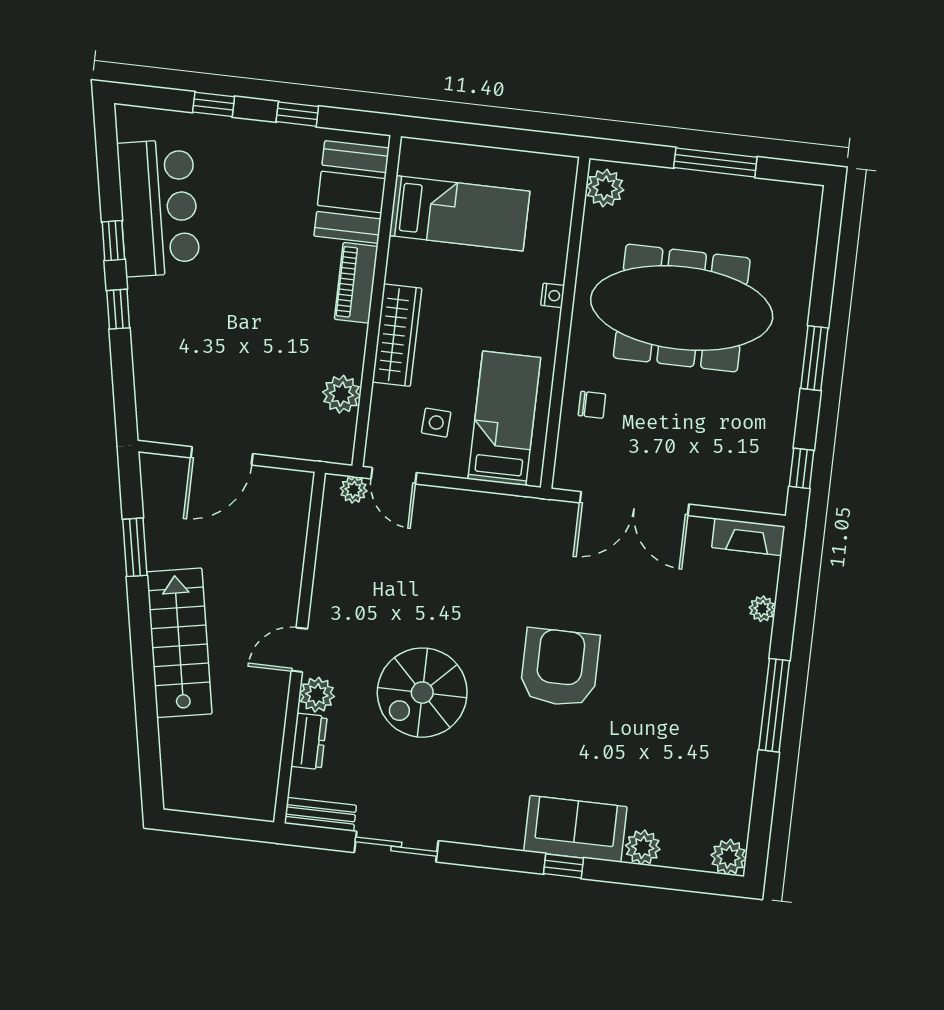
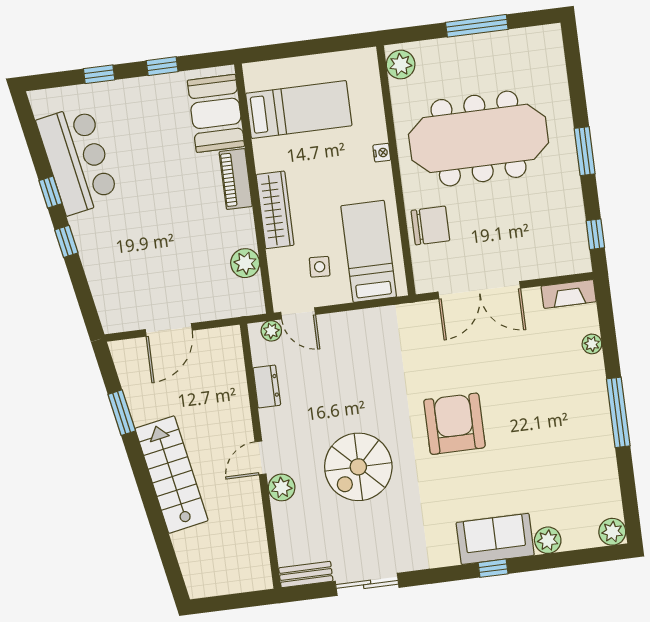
chair: (592, 405) -> (430, 226), width x1.87, depth x1.87
dresser: (309, 741) -> (267, 386), moved

